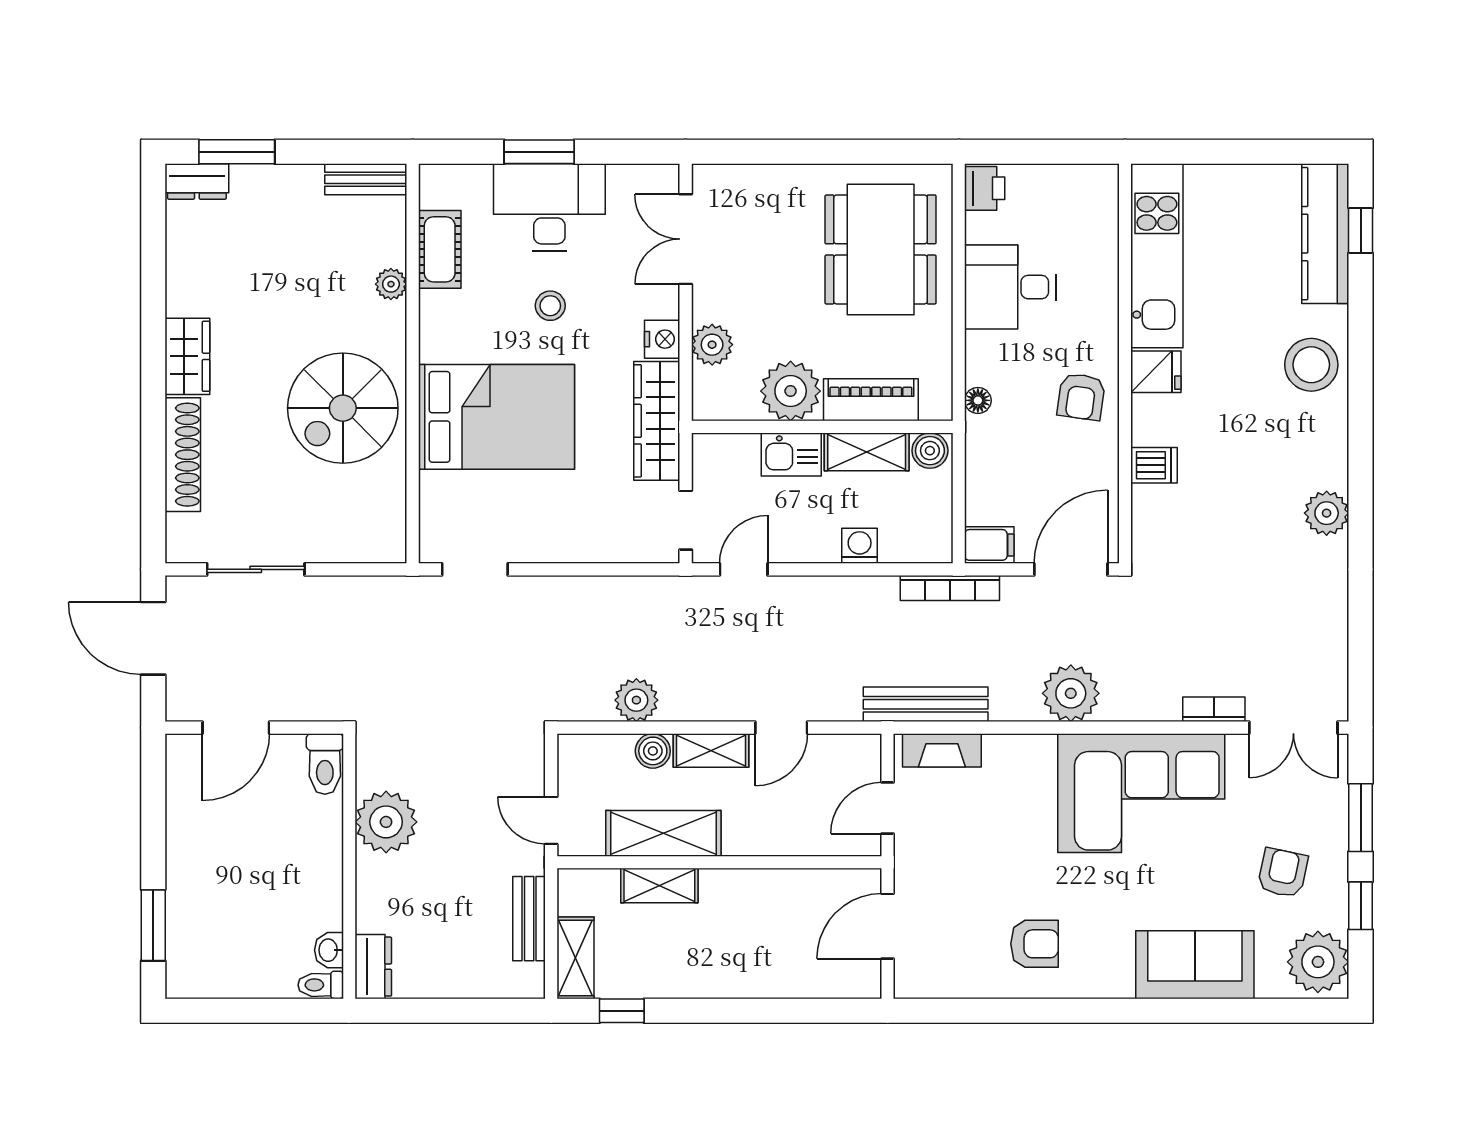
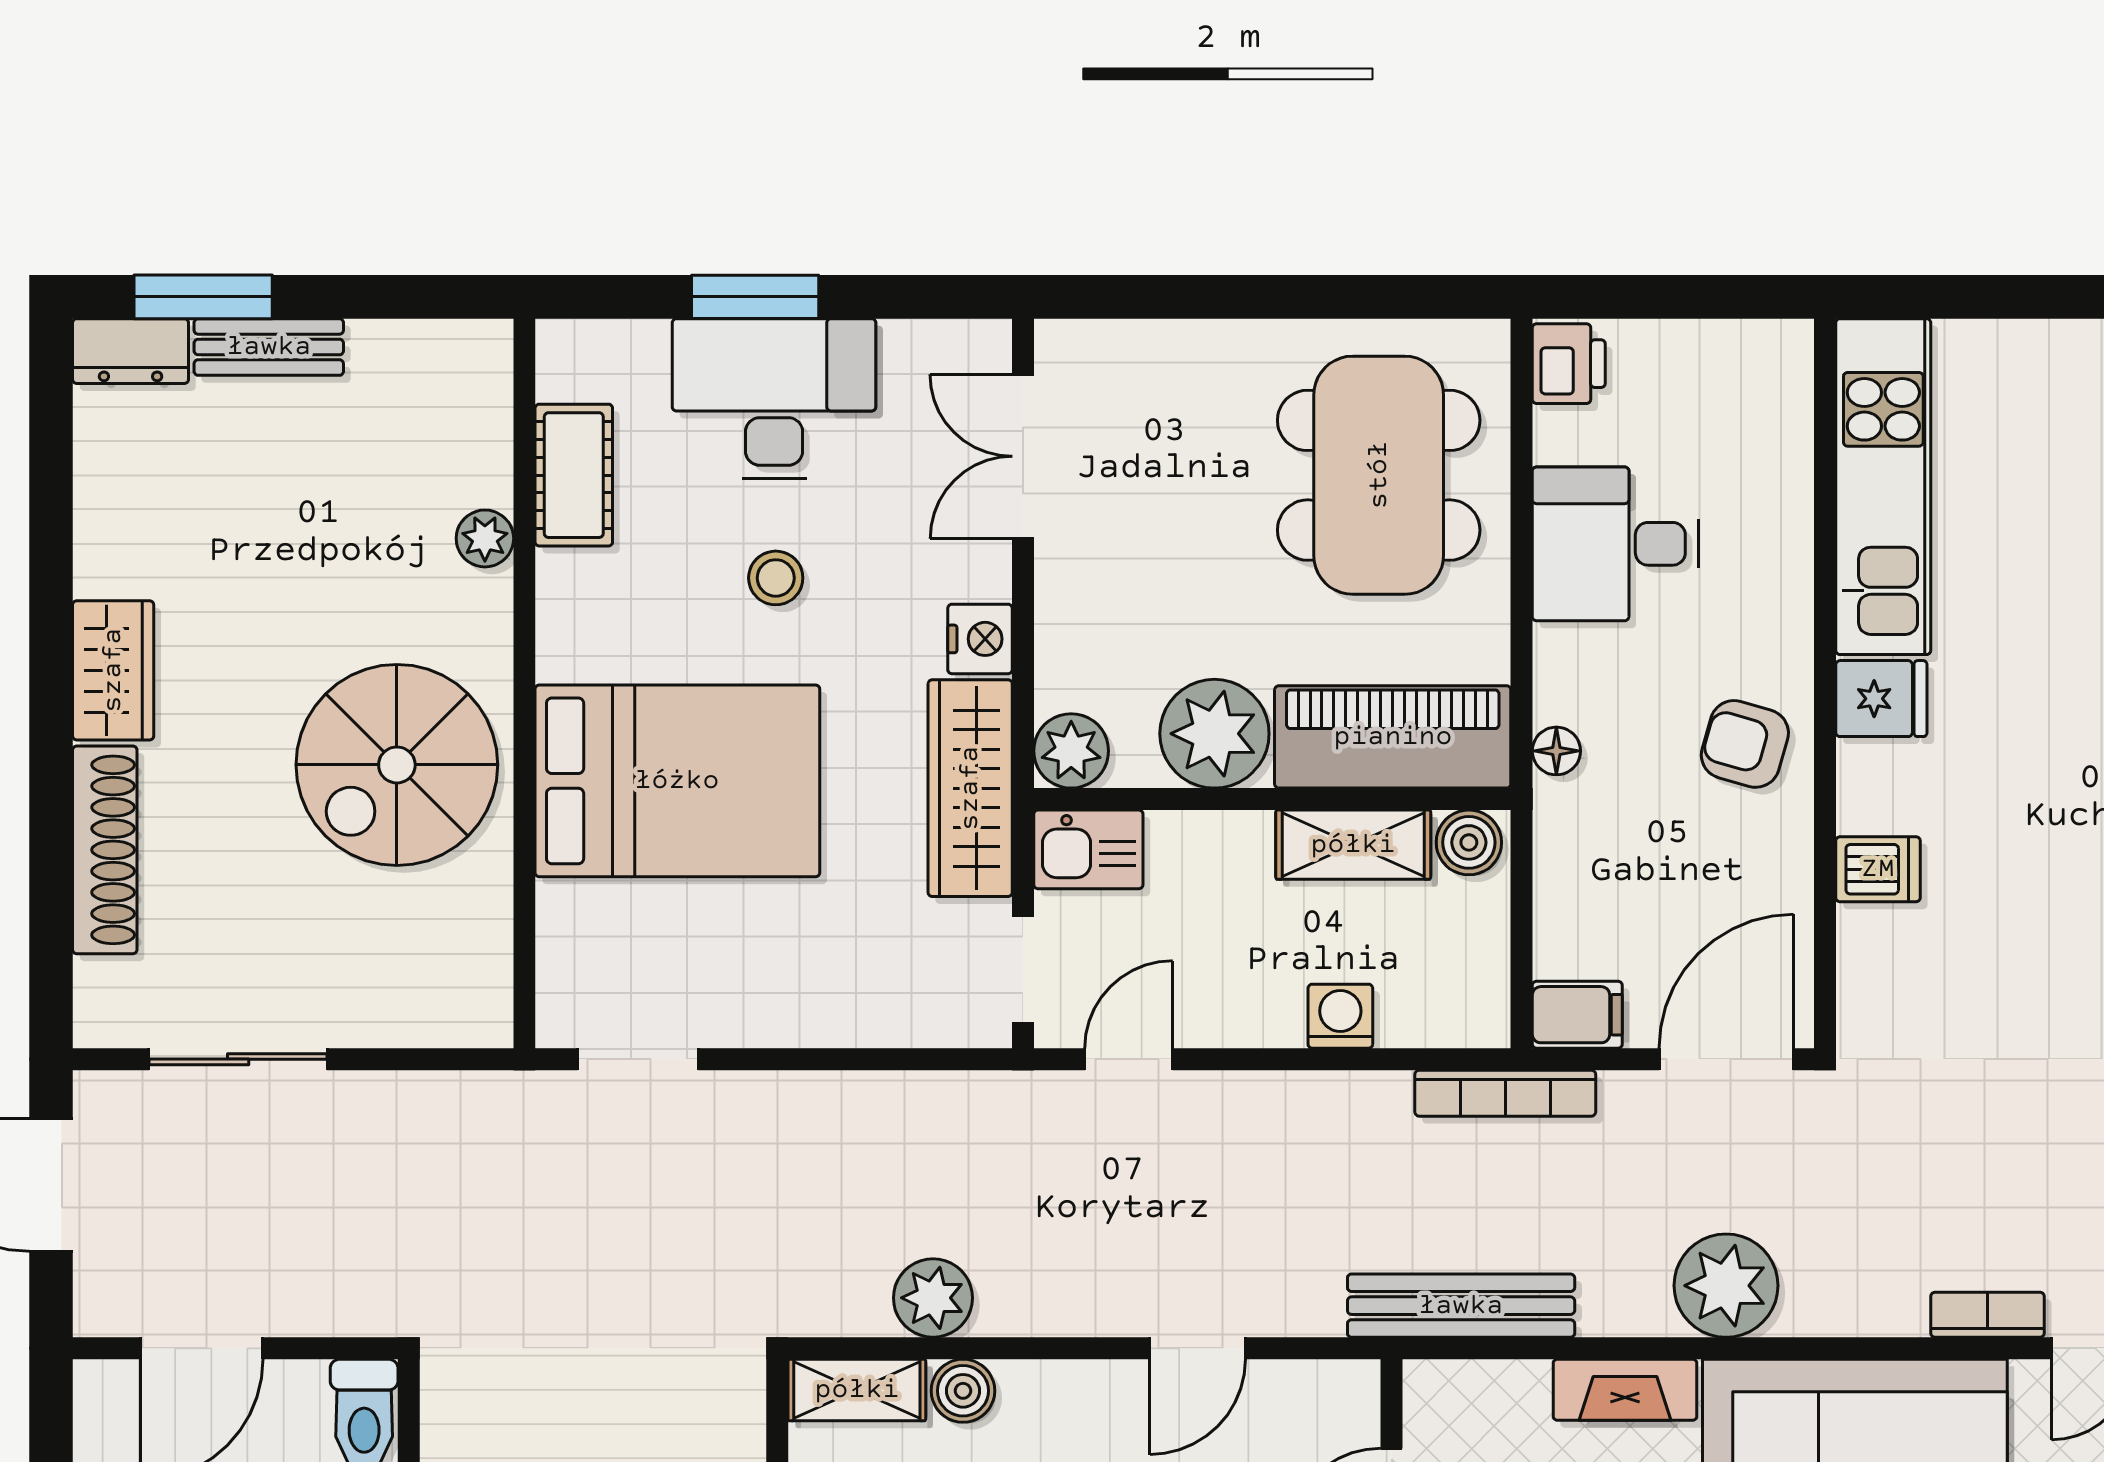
bench: (366, 179) -> (269, 347), moved
plant: (712, 345) -> (1071, 751), moved
armchair: (1081, 397) -> (1745, 744), turned 98
piano: (871, 400) -> (1393, 737), width x1.37, depth x1.33
kitchen sink: (791, 454) -> (1088, 849), moved
fireplace: (942, 750) -> (1625, 1390), moved
shelving: (711, 751) -> (857, 1390), moved

